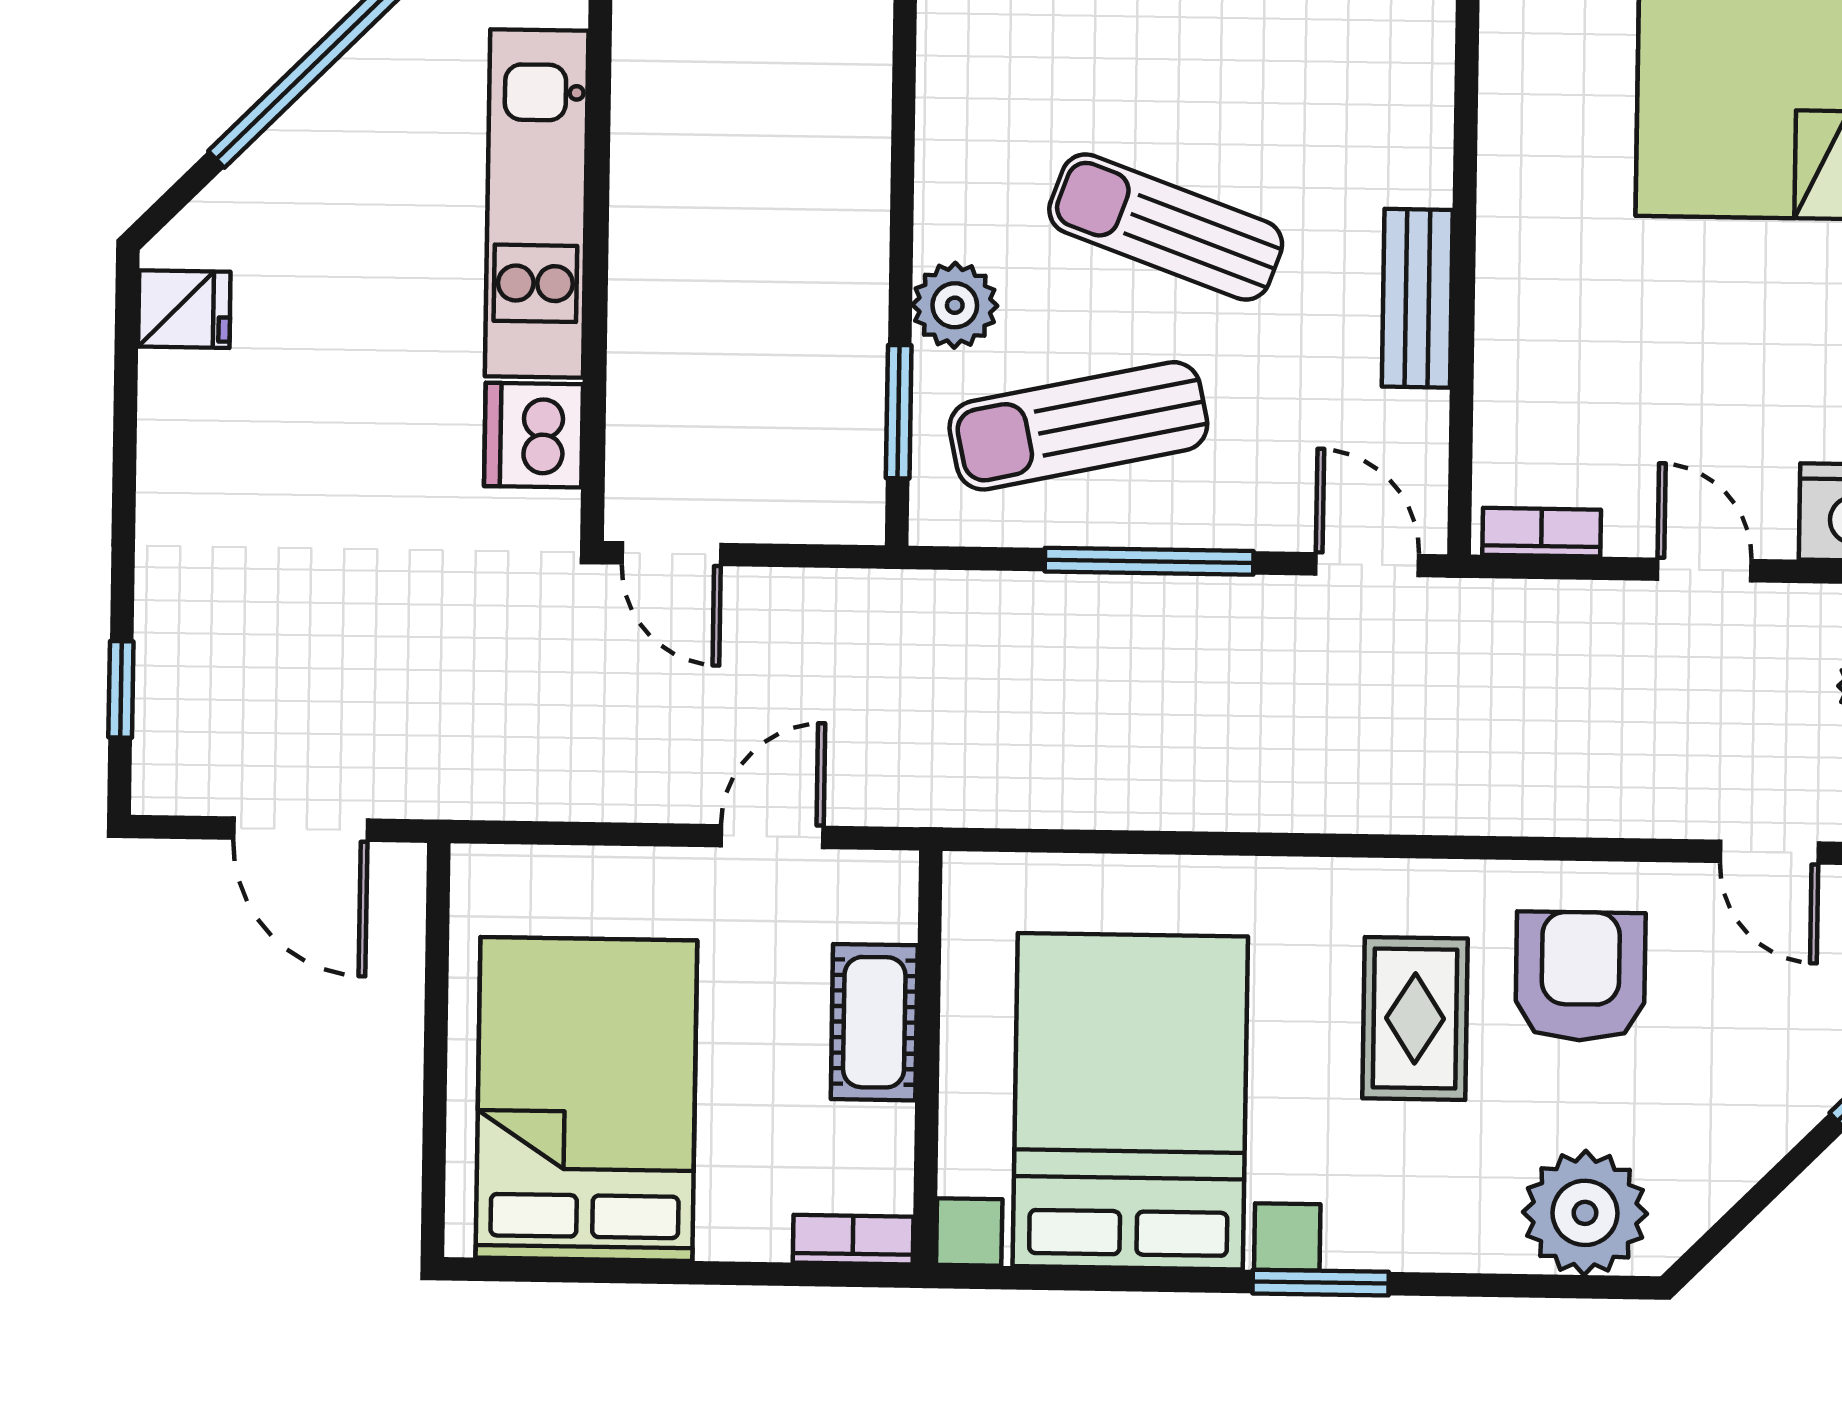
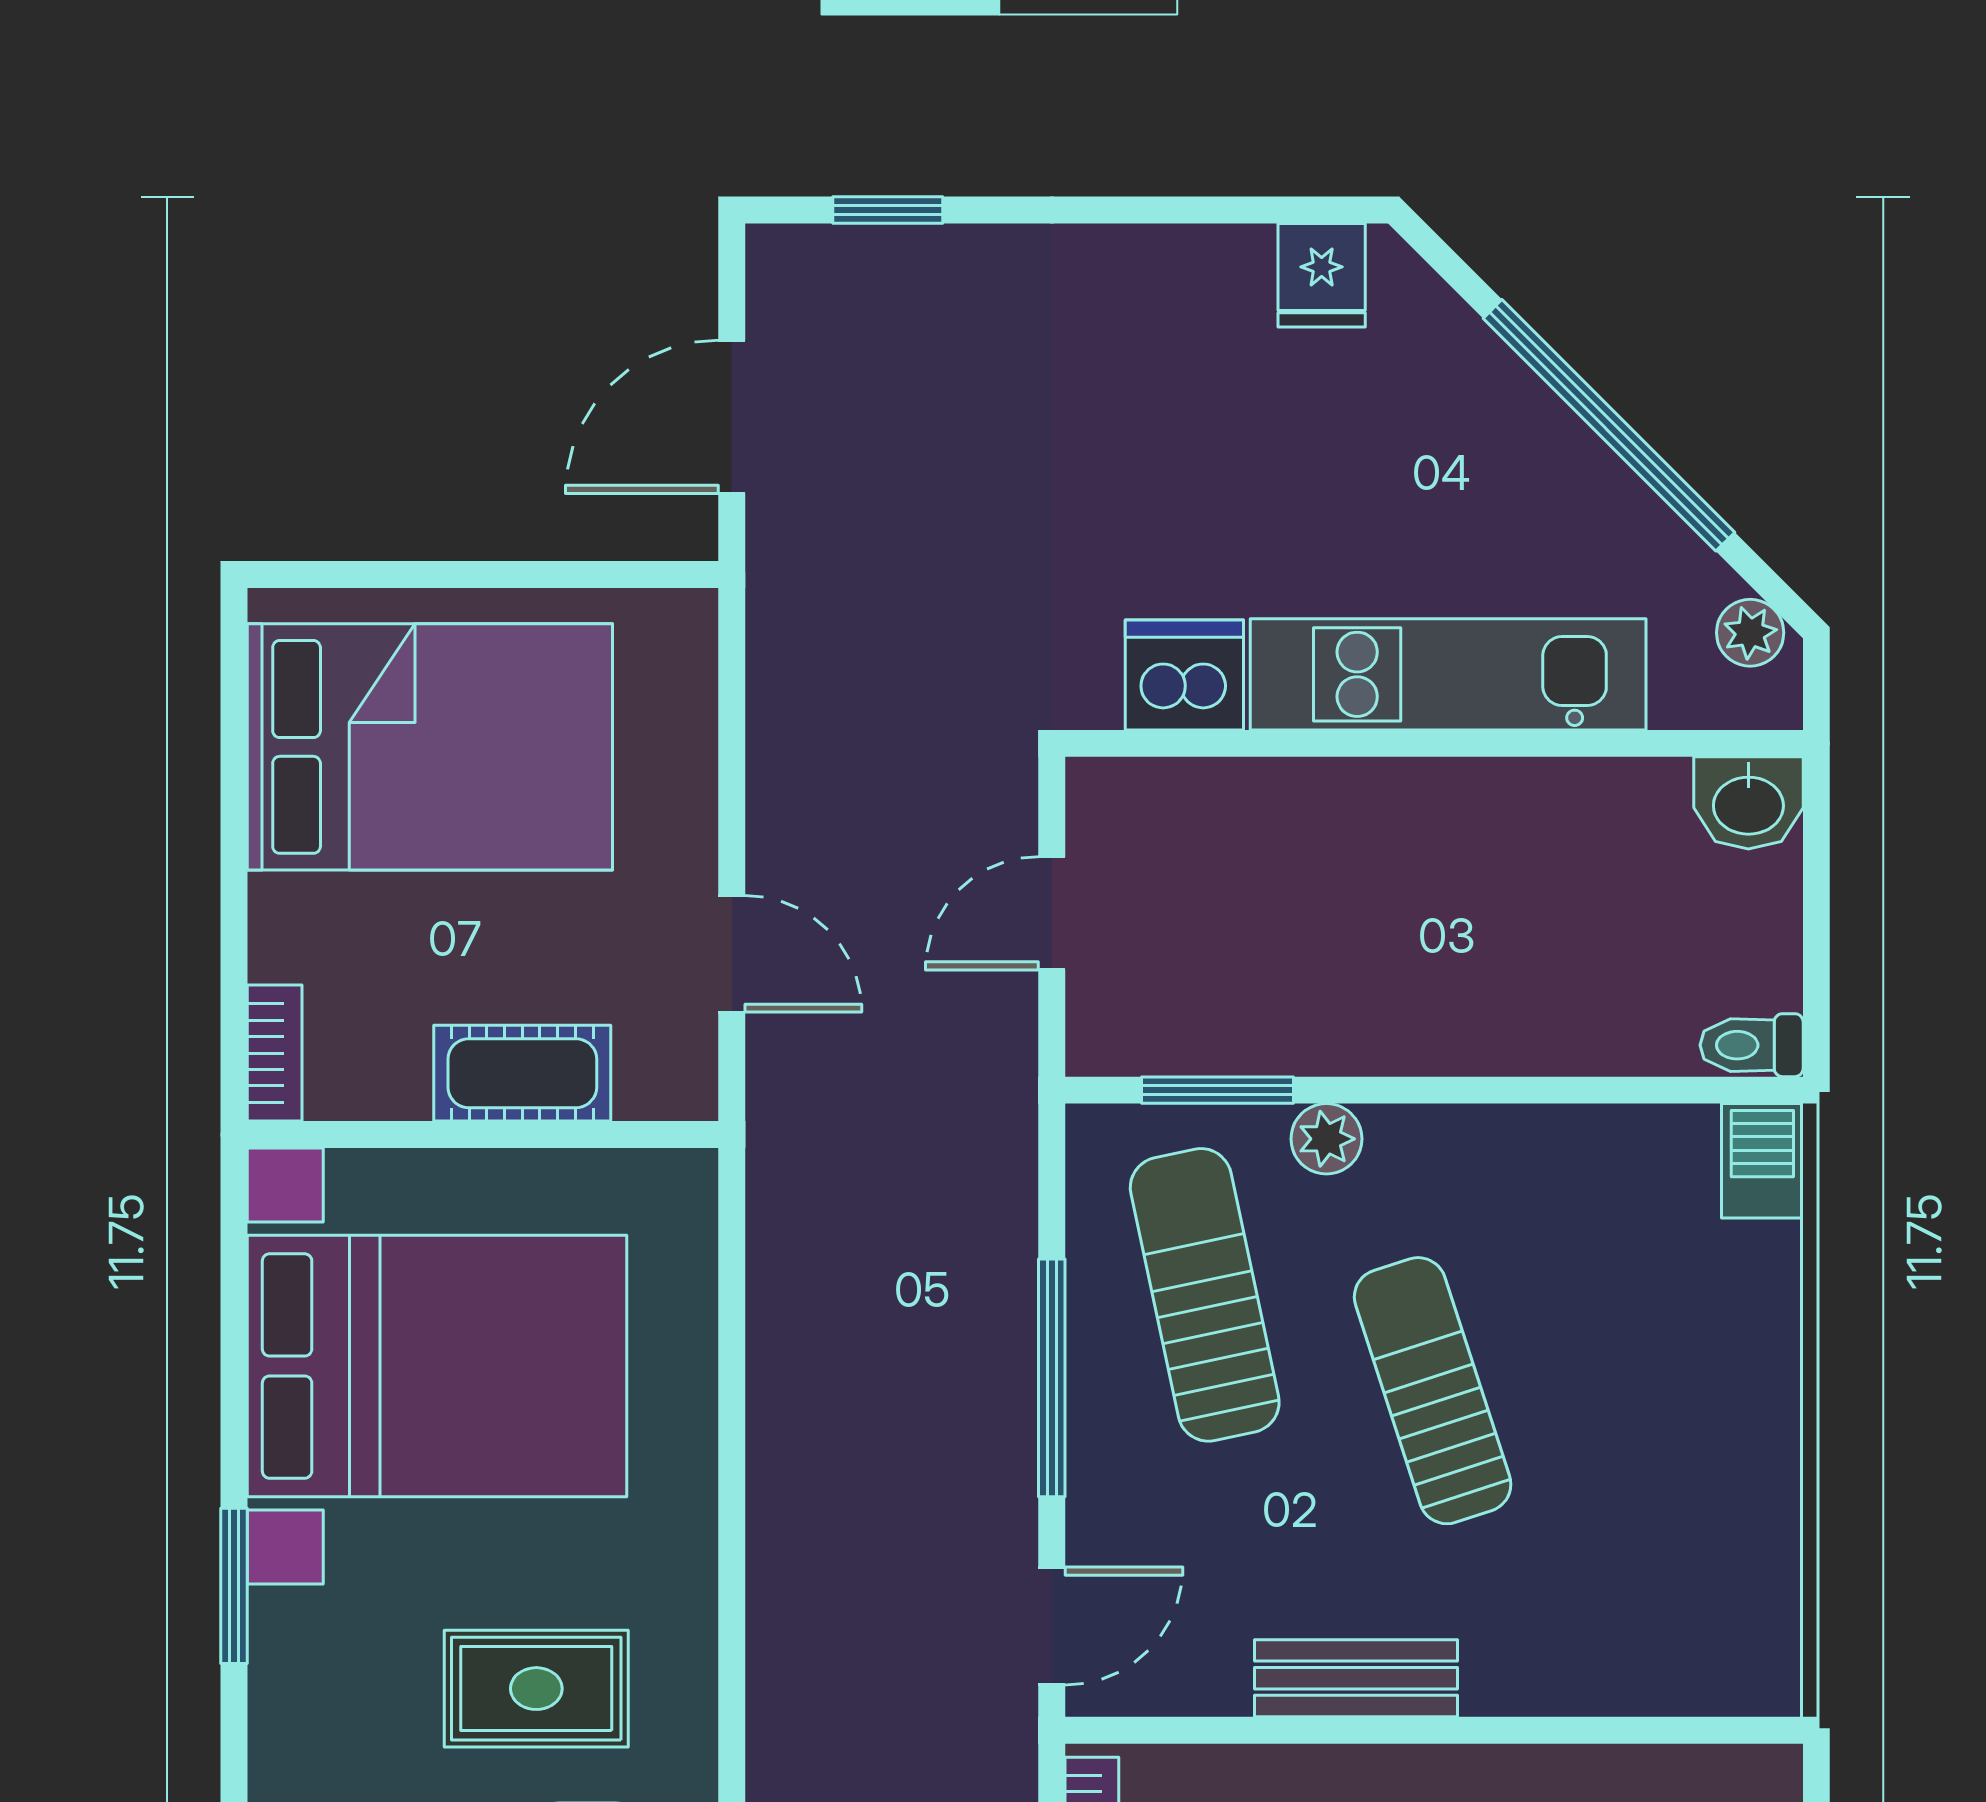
sun lounger: (1166, 227) -> (1433, 1391), turned -38
plant: (955, 305) -> (1326, 1139), width x0.73, depth x0.73
door: (671, 554) -> (1052, 913), moved

